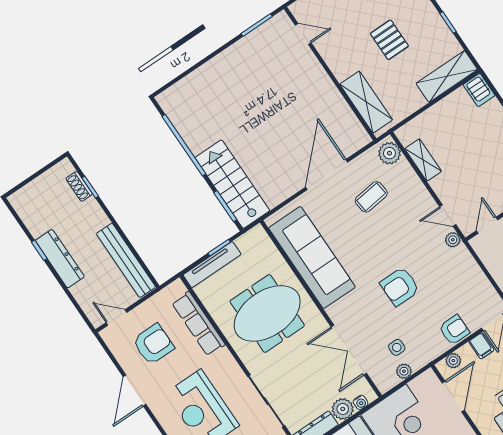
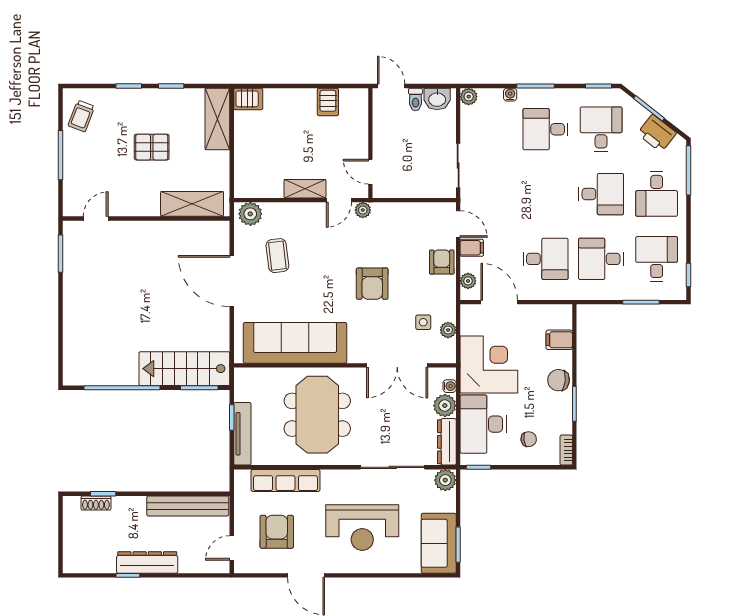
shelving: (423, 160) -> (305, 189), moved

